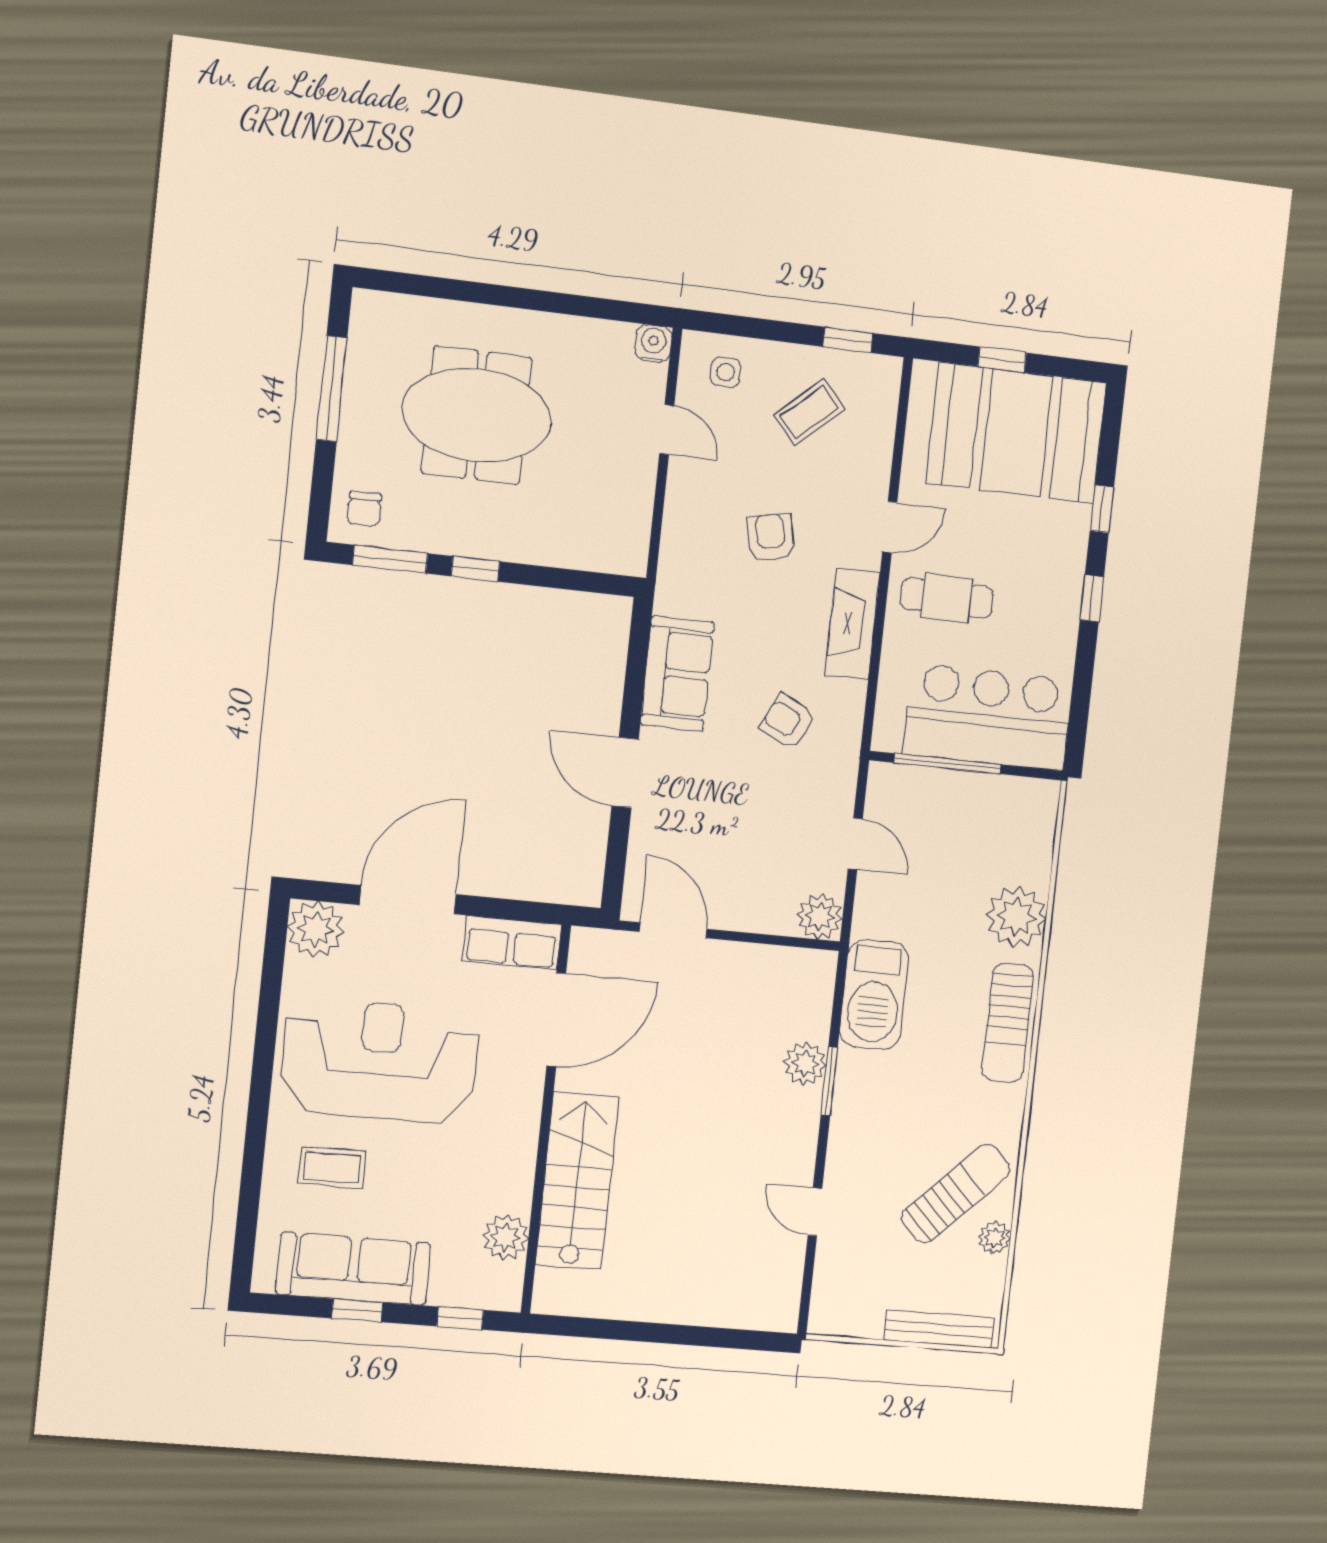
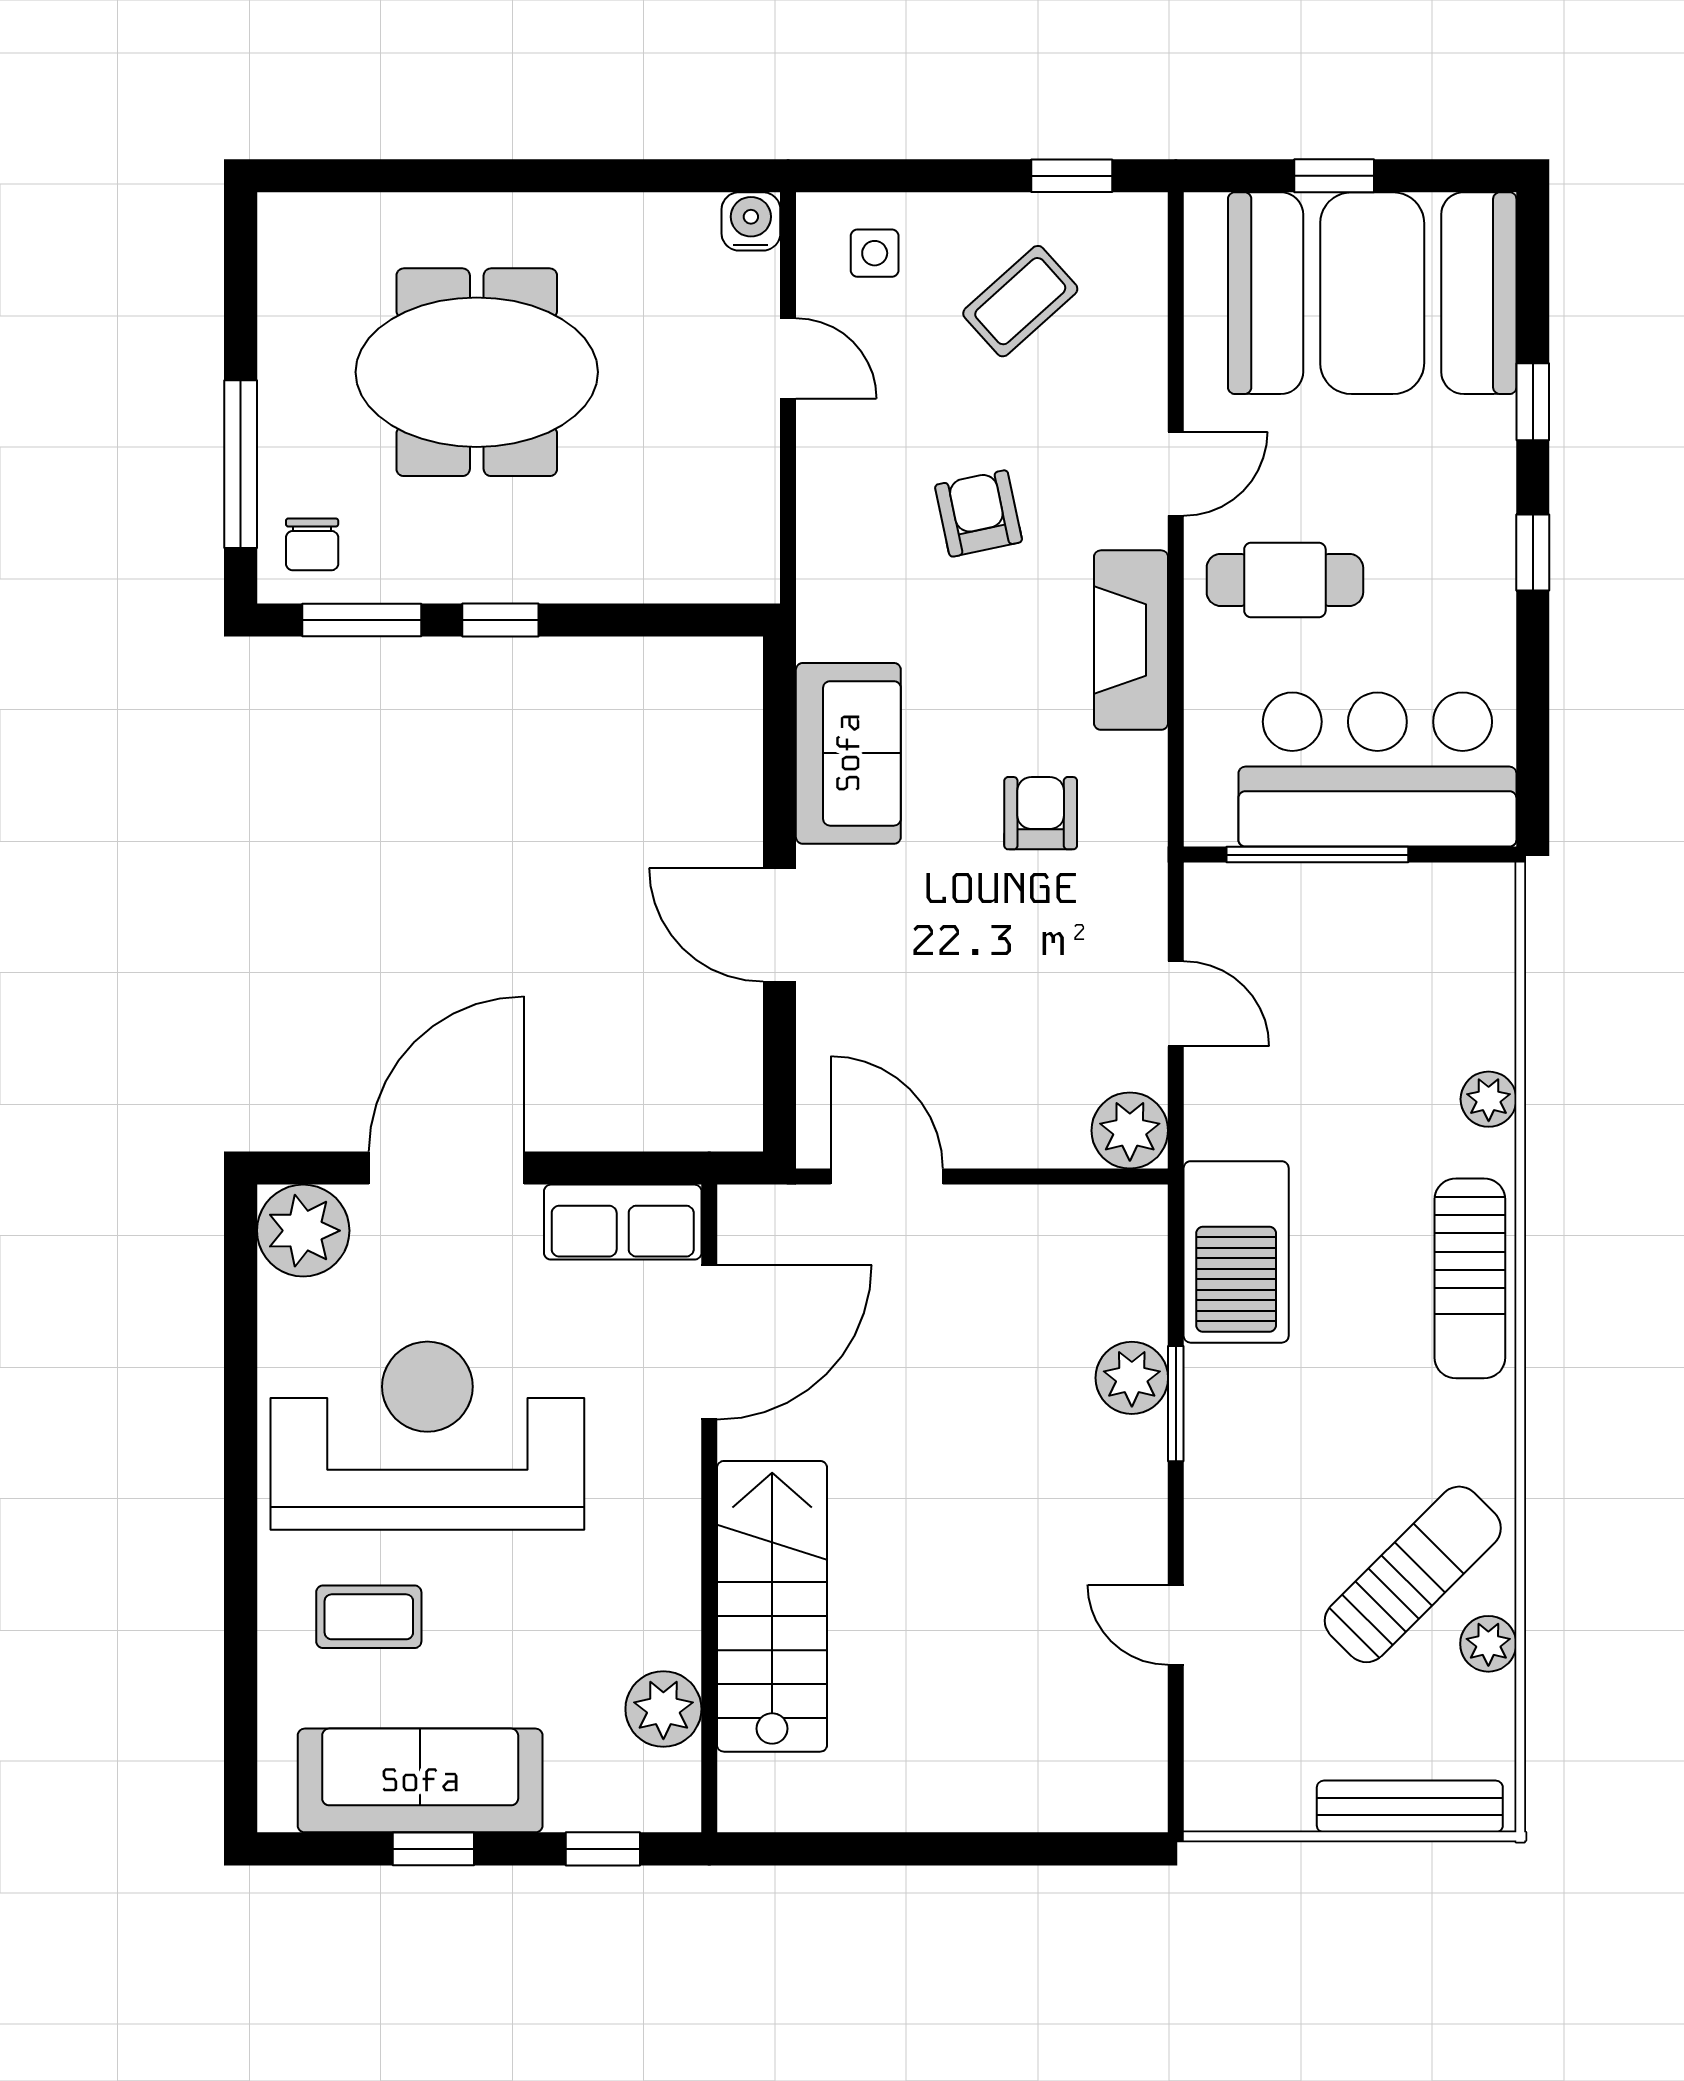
window: (332, 389) -> (241, 464), moved
armchair: (788, 722) -> (1041, 813), turned 64
plant: (1016, 917) -> (1489, 1099), width x0.53, depth x0.53

